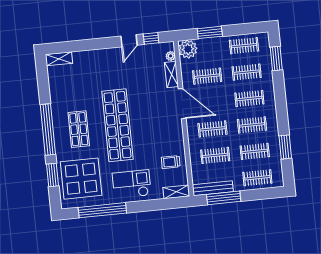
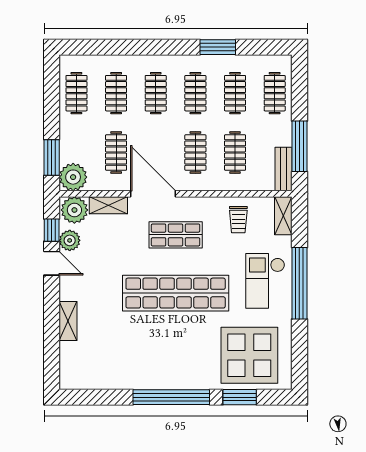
window: (210, 32) -> (52, 157), moved
plant: (145, 51) -> (70, 240), added
plant: (171, 56) -> (74, 210), width x1.88, depth x1.88
shelving: (59, 59) -> (68, 321), moved
window: (276, 59) -> (100, 47), removed
door: (182, 104) -> (153, 194), hinge flipped
shop shelf: (79, 129) -> (176, 235), moved
window: (285, 147) -> (218, 47), moved
bench: (213, 188) -> (284, 169), width x0.73
window: (102, 210) -> (299, 283), moved

